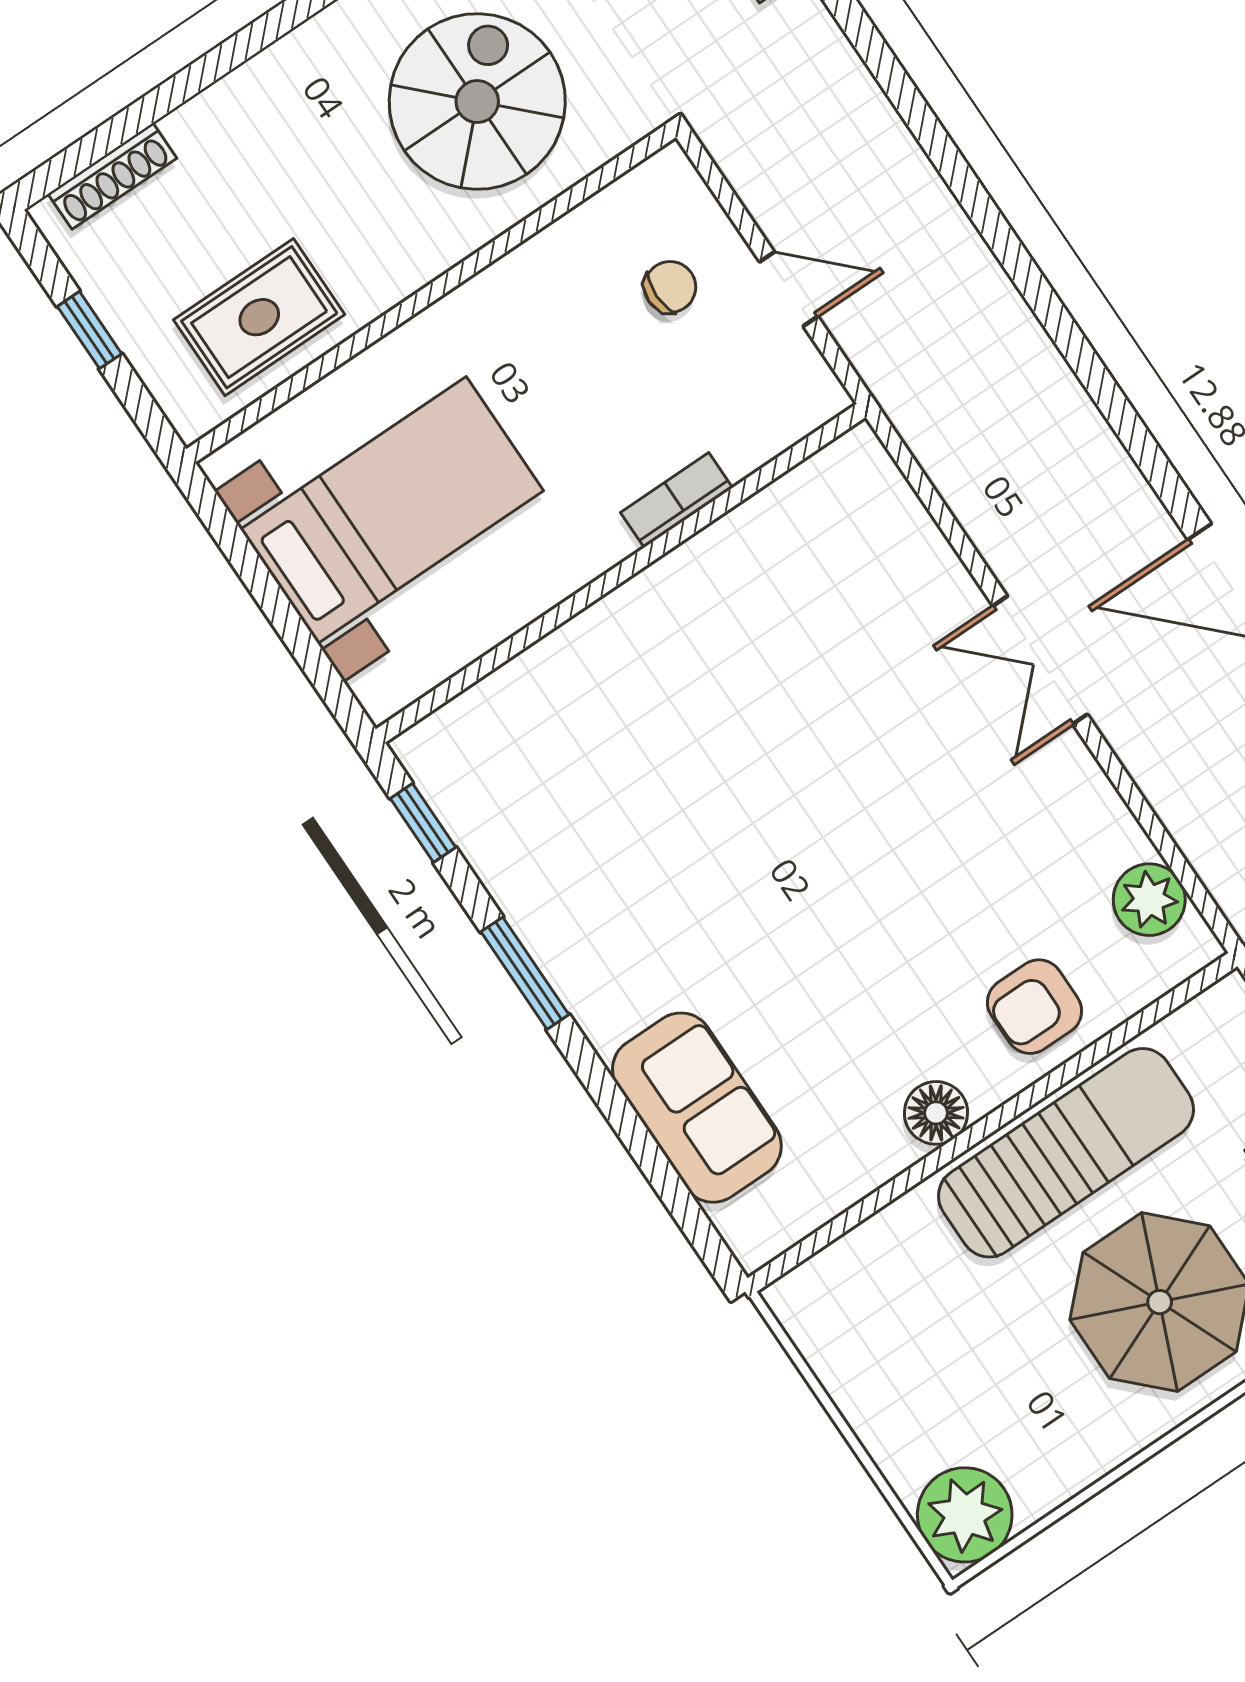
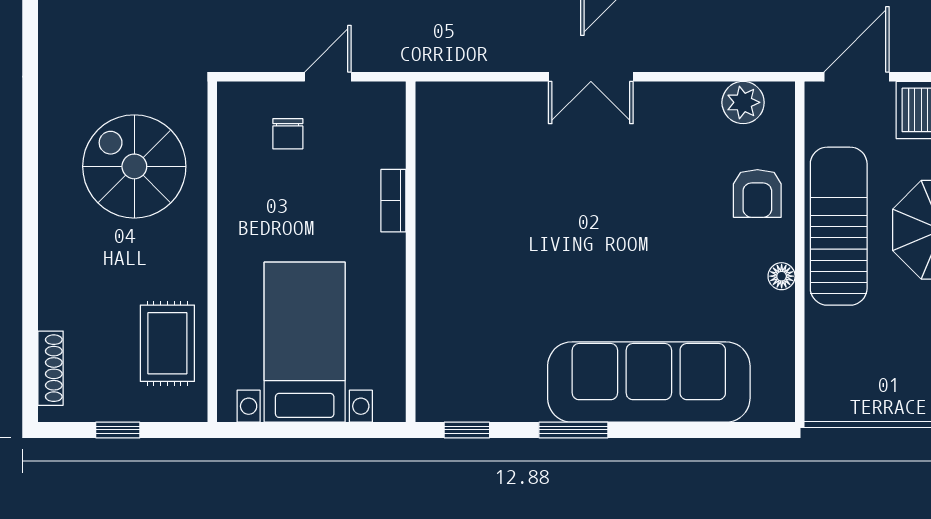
chair: (670, 287) -> (288, 134), turned 180
sofa: (697, 1108) -> (649, 382), width x1.85, depth x1.27
floor lamp: (936, 1113) -> (782, 276), width x0.73, depth x0.73

